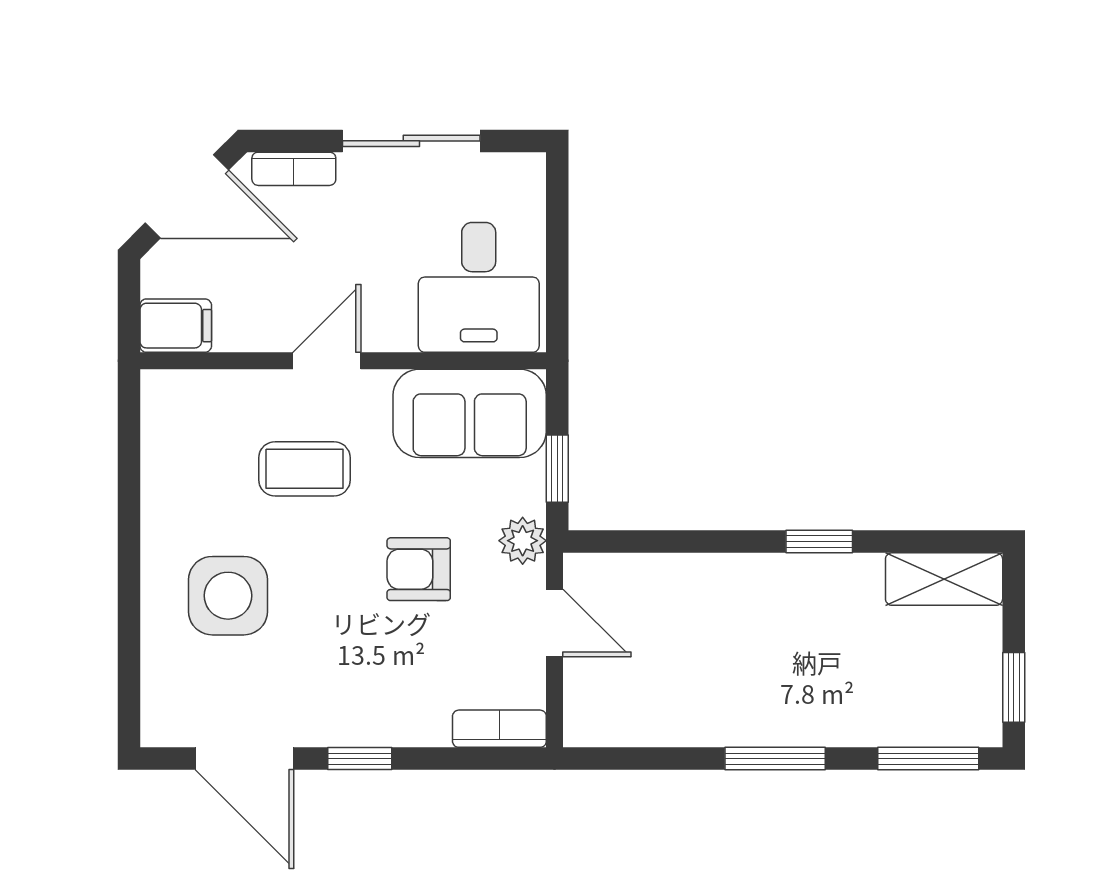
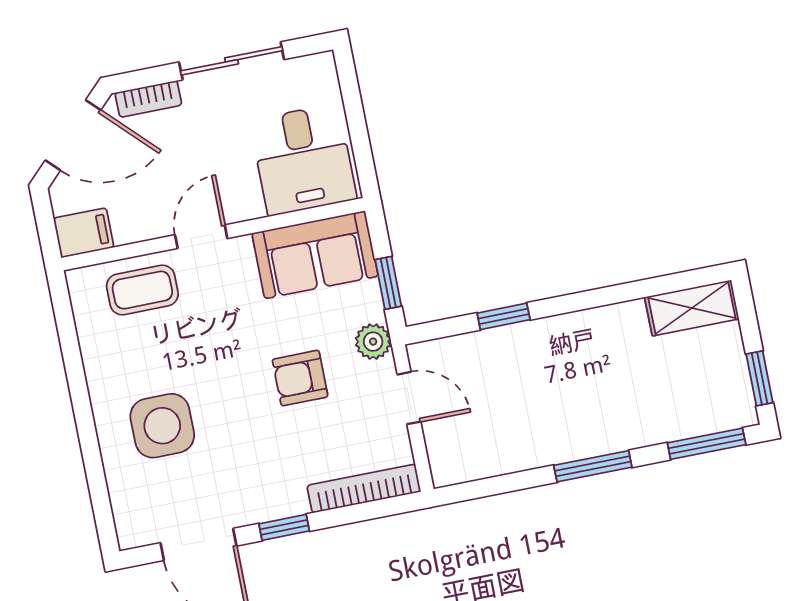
coffee table: (304, 469) -> (142, 290), moved
window: (819, 542) -> (504, 316), moved
bookcase: (499, 729) -> (364, 489), width x1.56

